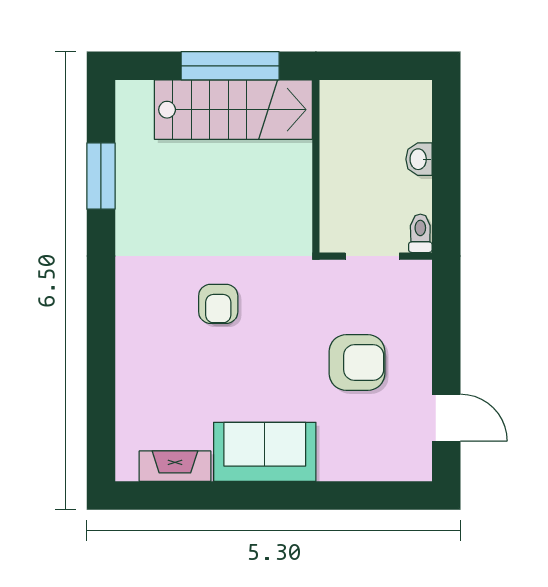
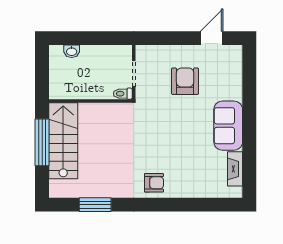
washbasin: (419, 159) -> (72, 51), moved
toilet: (420, 233) -> (123, 94), moved
armchair: (218, 304) -> (154, 183), moved

